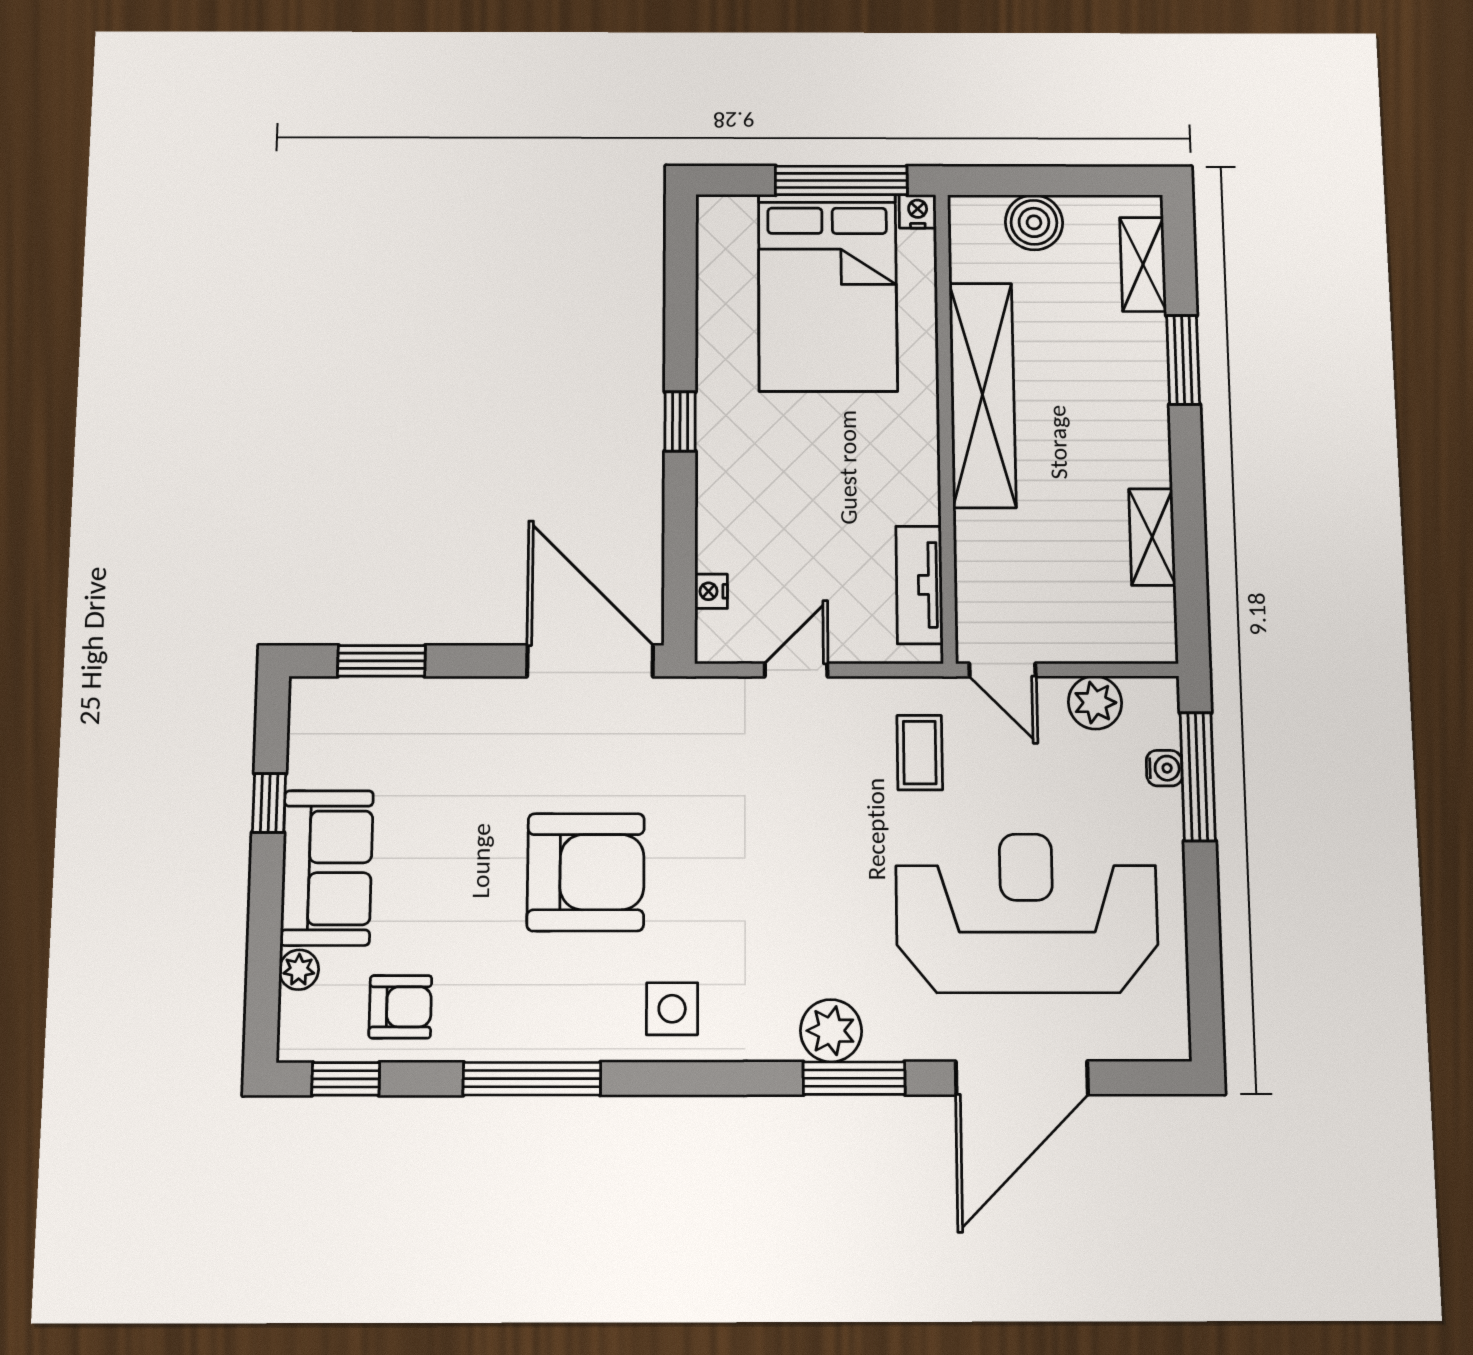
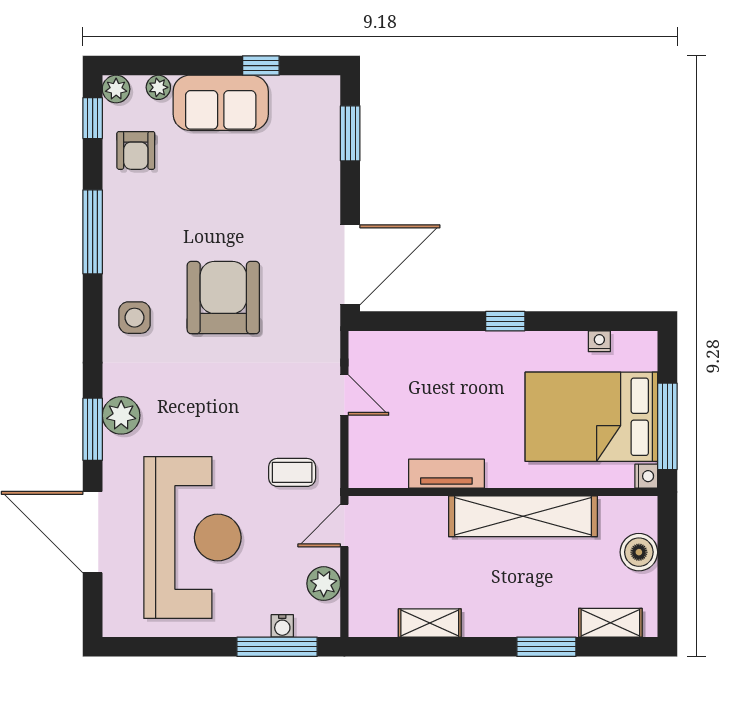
tv unit: (919, 585) -> (446, 474), moved
nightstand: (711, 591) -> (599, 341), moved
armchair: (586, 872) -> (223, 298), moved, turned 180
plant: (299, 1040) -> (116, 89), added

